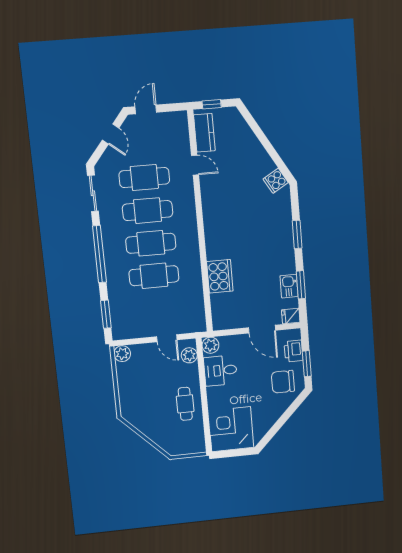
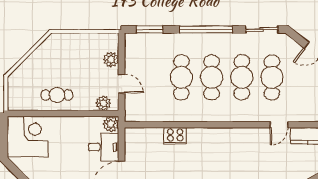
cooker: (220, 276) -> (175, 136), width x0.73, depth x0.76
door: (167, 338) -> (122, 84), swing flipped
plant: (122, 354) -> (111, 60), moved
desk: (221, 371) -> (104, 147), moved, turned 90

